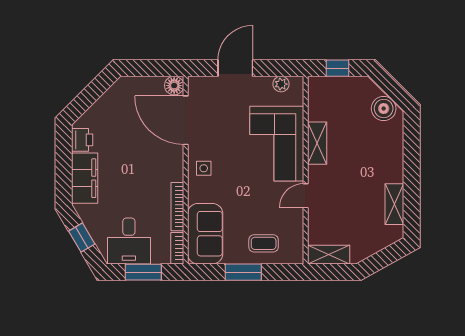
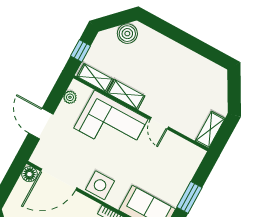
side table: (204, 168) -> (100, 185), width x1.87, depth x1.87
shelving: (394, 204) -> (95, 78), moved
coffee table: (264, 243) -> (177, 172), removed

